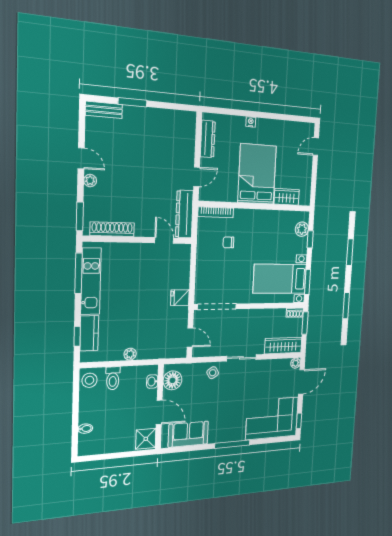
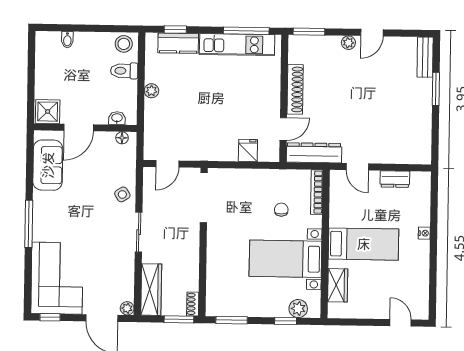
dresser: (208, 139) -> (395, 179), width x0.70
bed: (257, 174) -> (364, 244), width x0.67
shoe rack: (112, 229) -> (295, 89), moved
bed with nightstands: (280, 279) -> (285, 259), moved, turned -90
fridge: (180, 298) -> (248, 150), moved
floor lamp: (172, 380) -> (122, 138), width x0.53, depth x0.53

